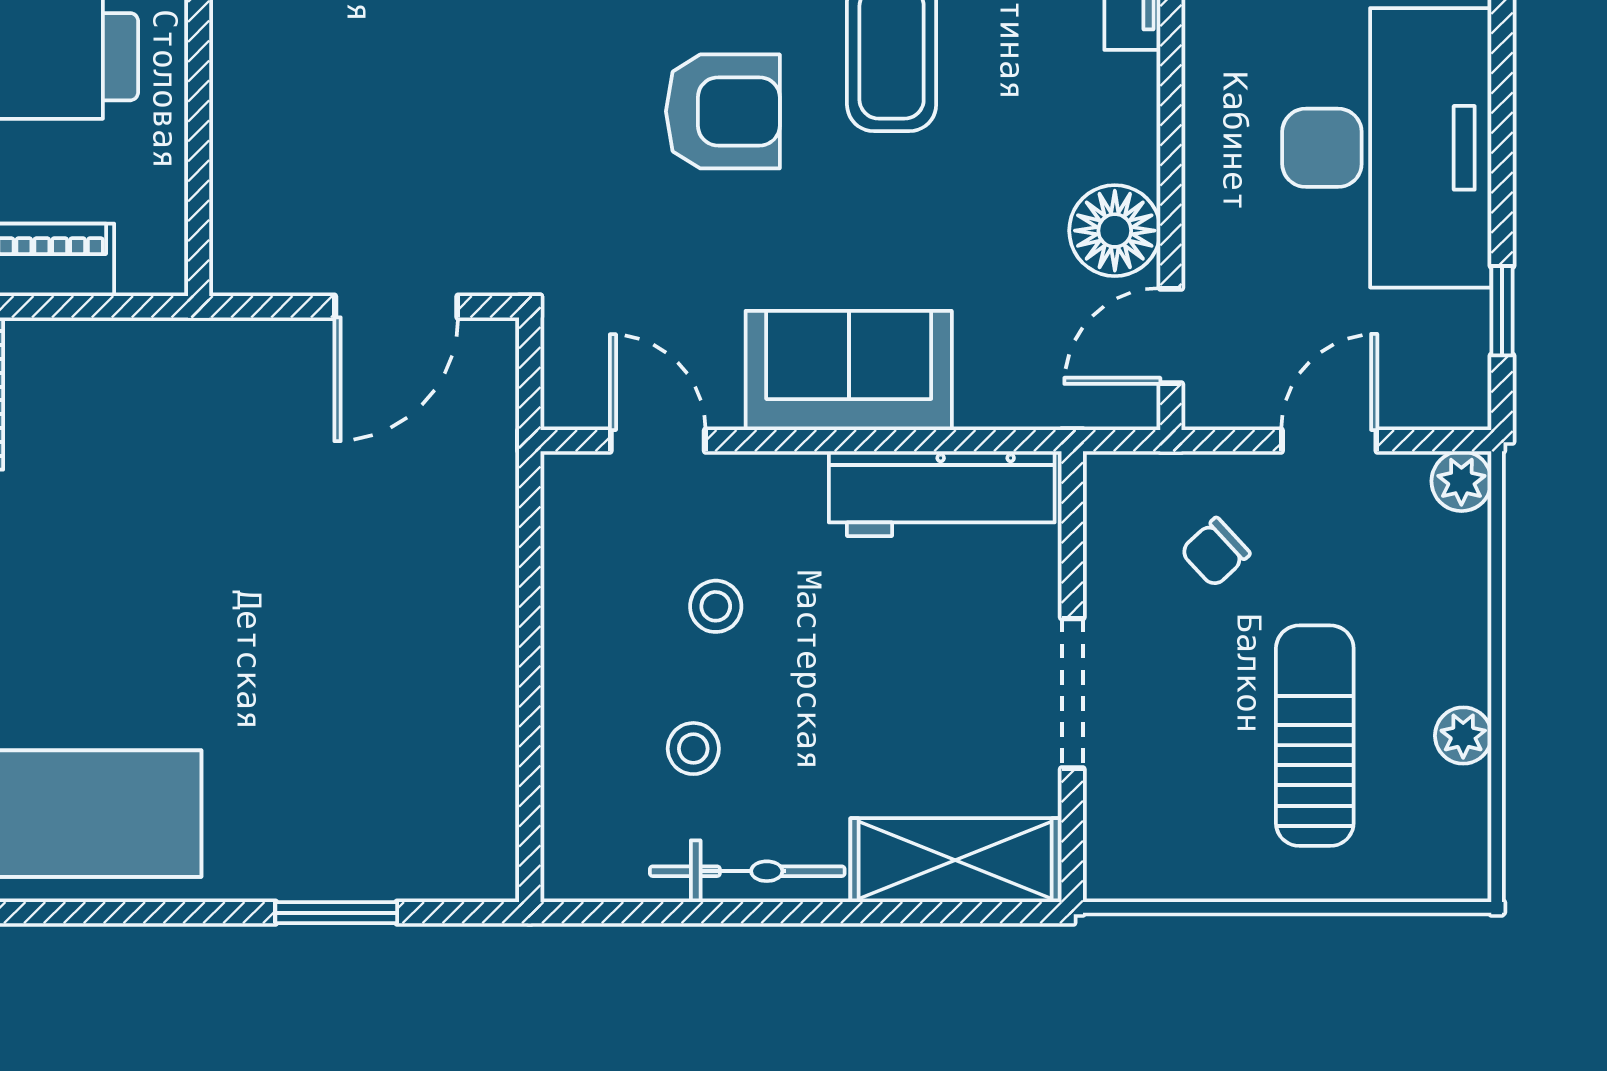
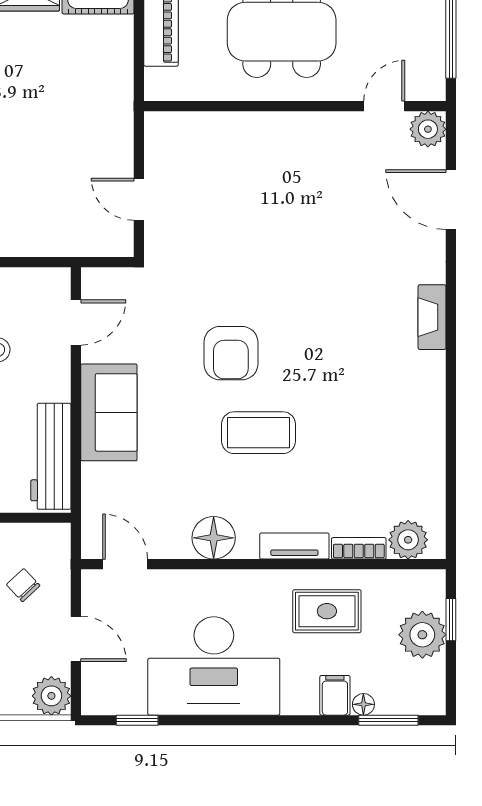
floor lamp: (1115, 231) -> (214, 538), moved
door: (396, 307) -> (139, 199), width x0.73
plant: (1461, 481) -> (51, 696), width x1.38, depth x1.38

